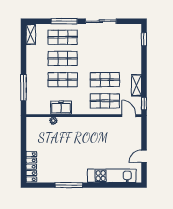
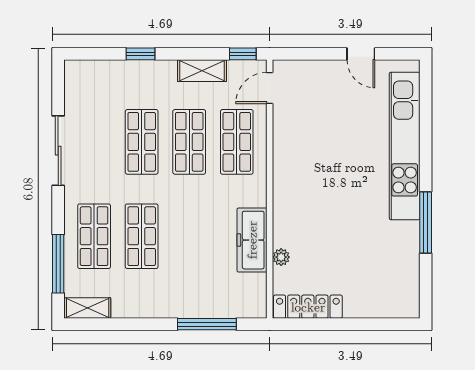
window: (64, 21) -> (58, 264), moved
window: (144, 39) -> (141, 54), moved
shop shelf: (63, 80) -> (142, 142), moved
freezer: (61, 108) -> (252, 240), width x1.40
locker: (31, 167) -> (308, 307), moved
kitchen unit: (112, 176) -> (405, 146), width x1.36

